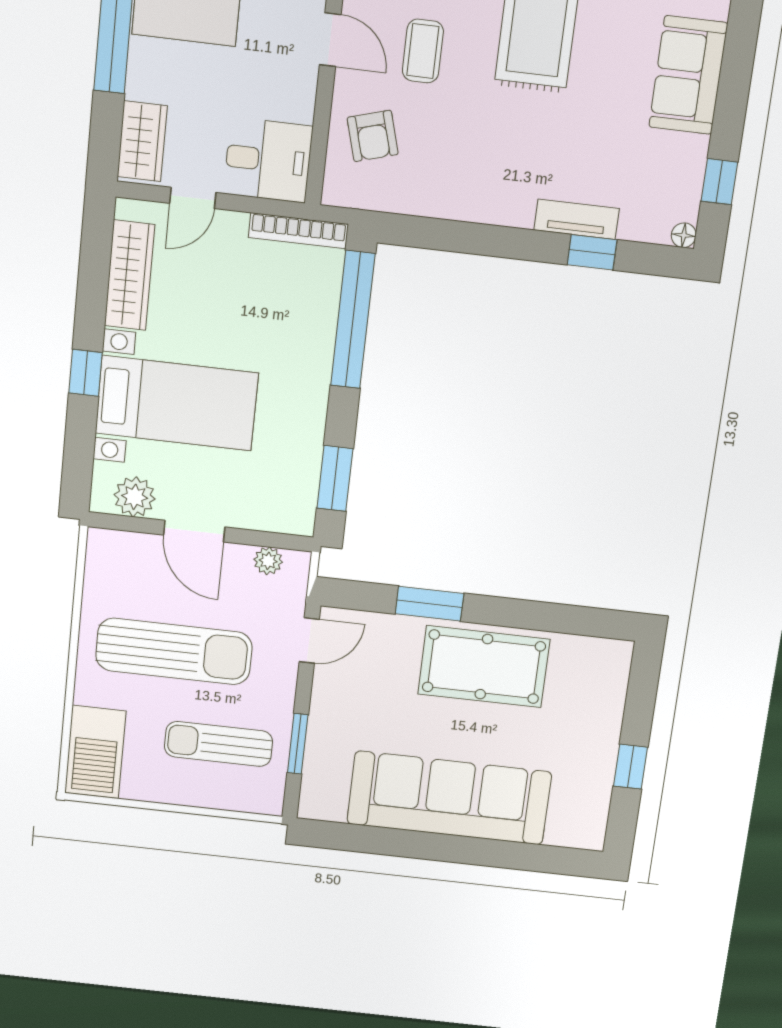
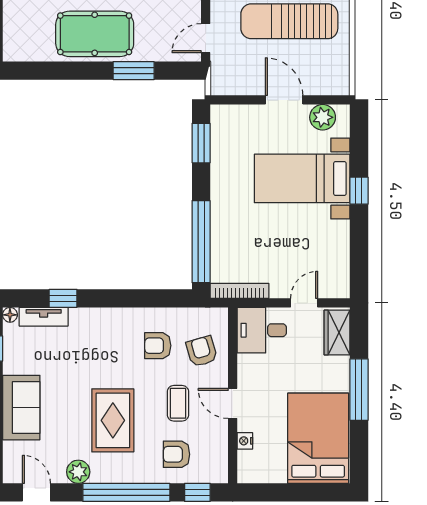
armchair: (445, 154) -> (158, 346), added
tv unit: (577, 219) -> (44, 317), moved
wardrobe: (130, 275) -> (338, 253), removed
plant: (268, 561) -> (237, 86), removed

